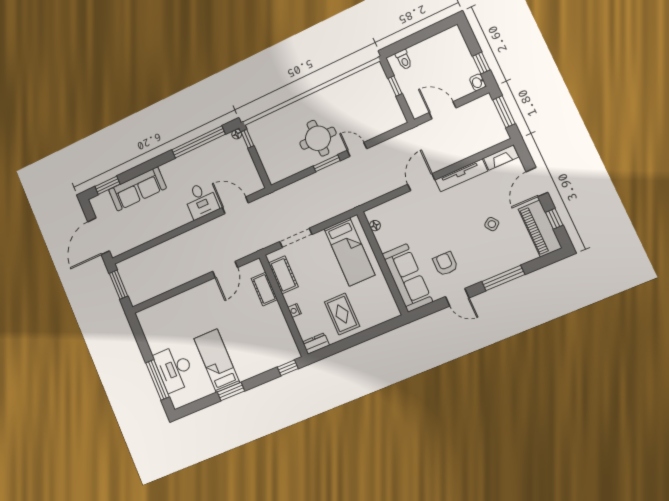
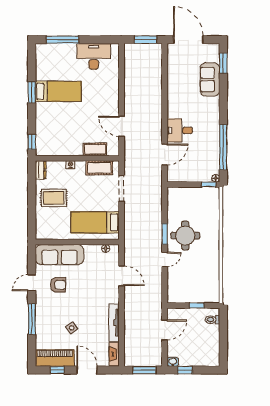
door: (421, 182) -> (122, 276), moved
sofa: (137, 189) -> (210, 79), width x0.73
desk: (174, 369) -> (94, 56), moved

